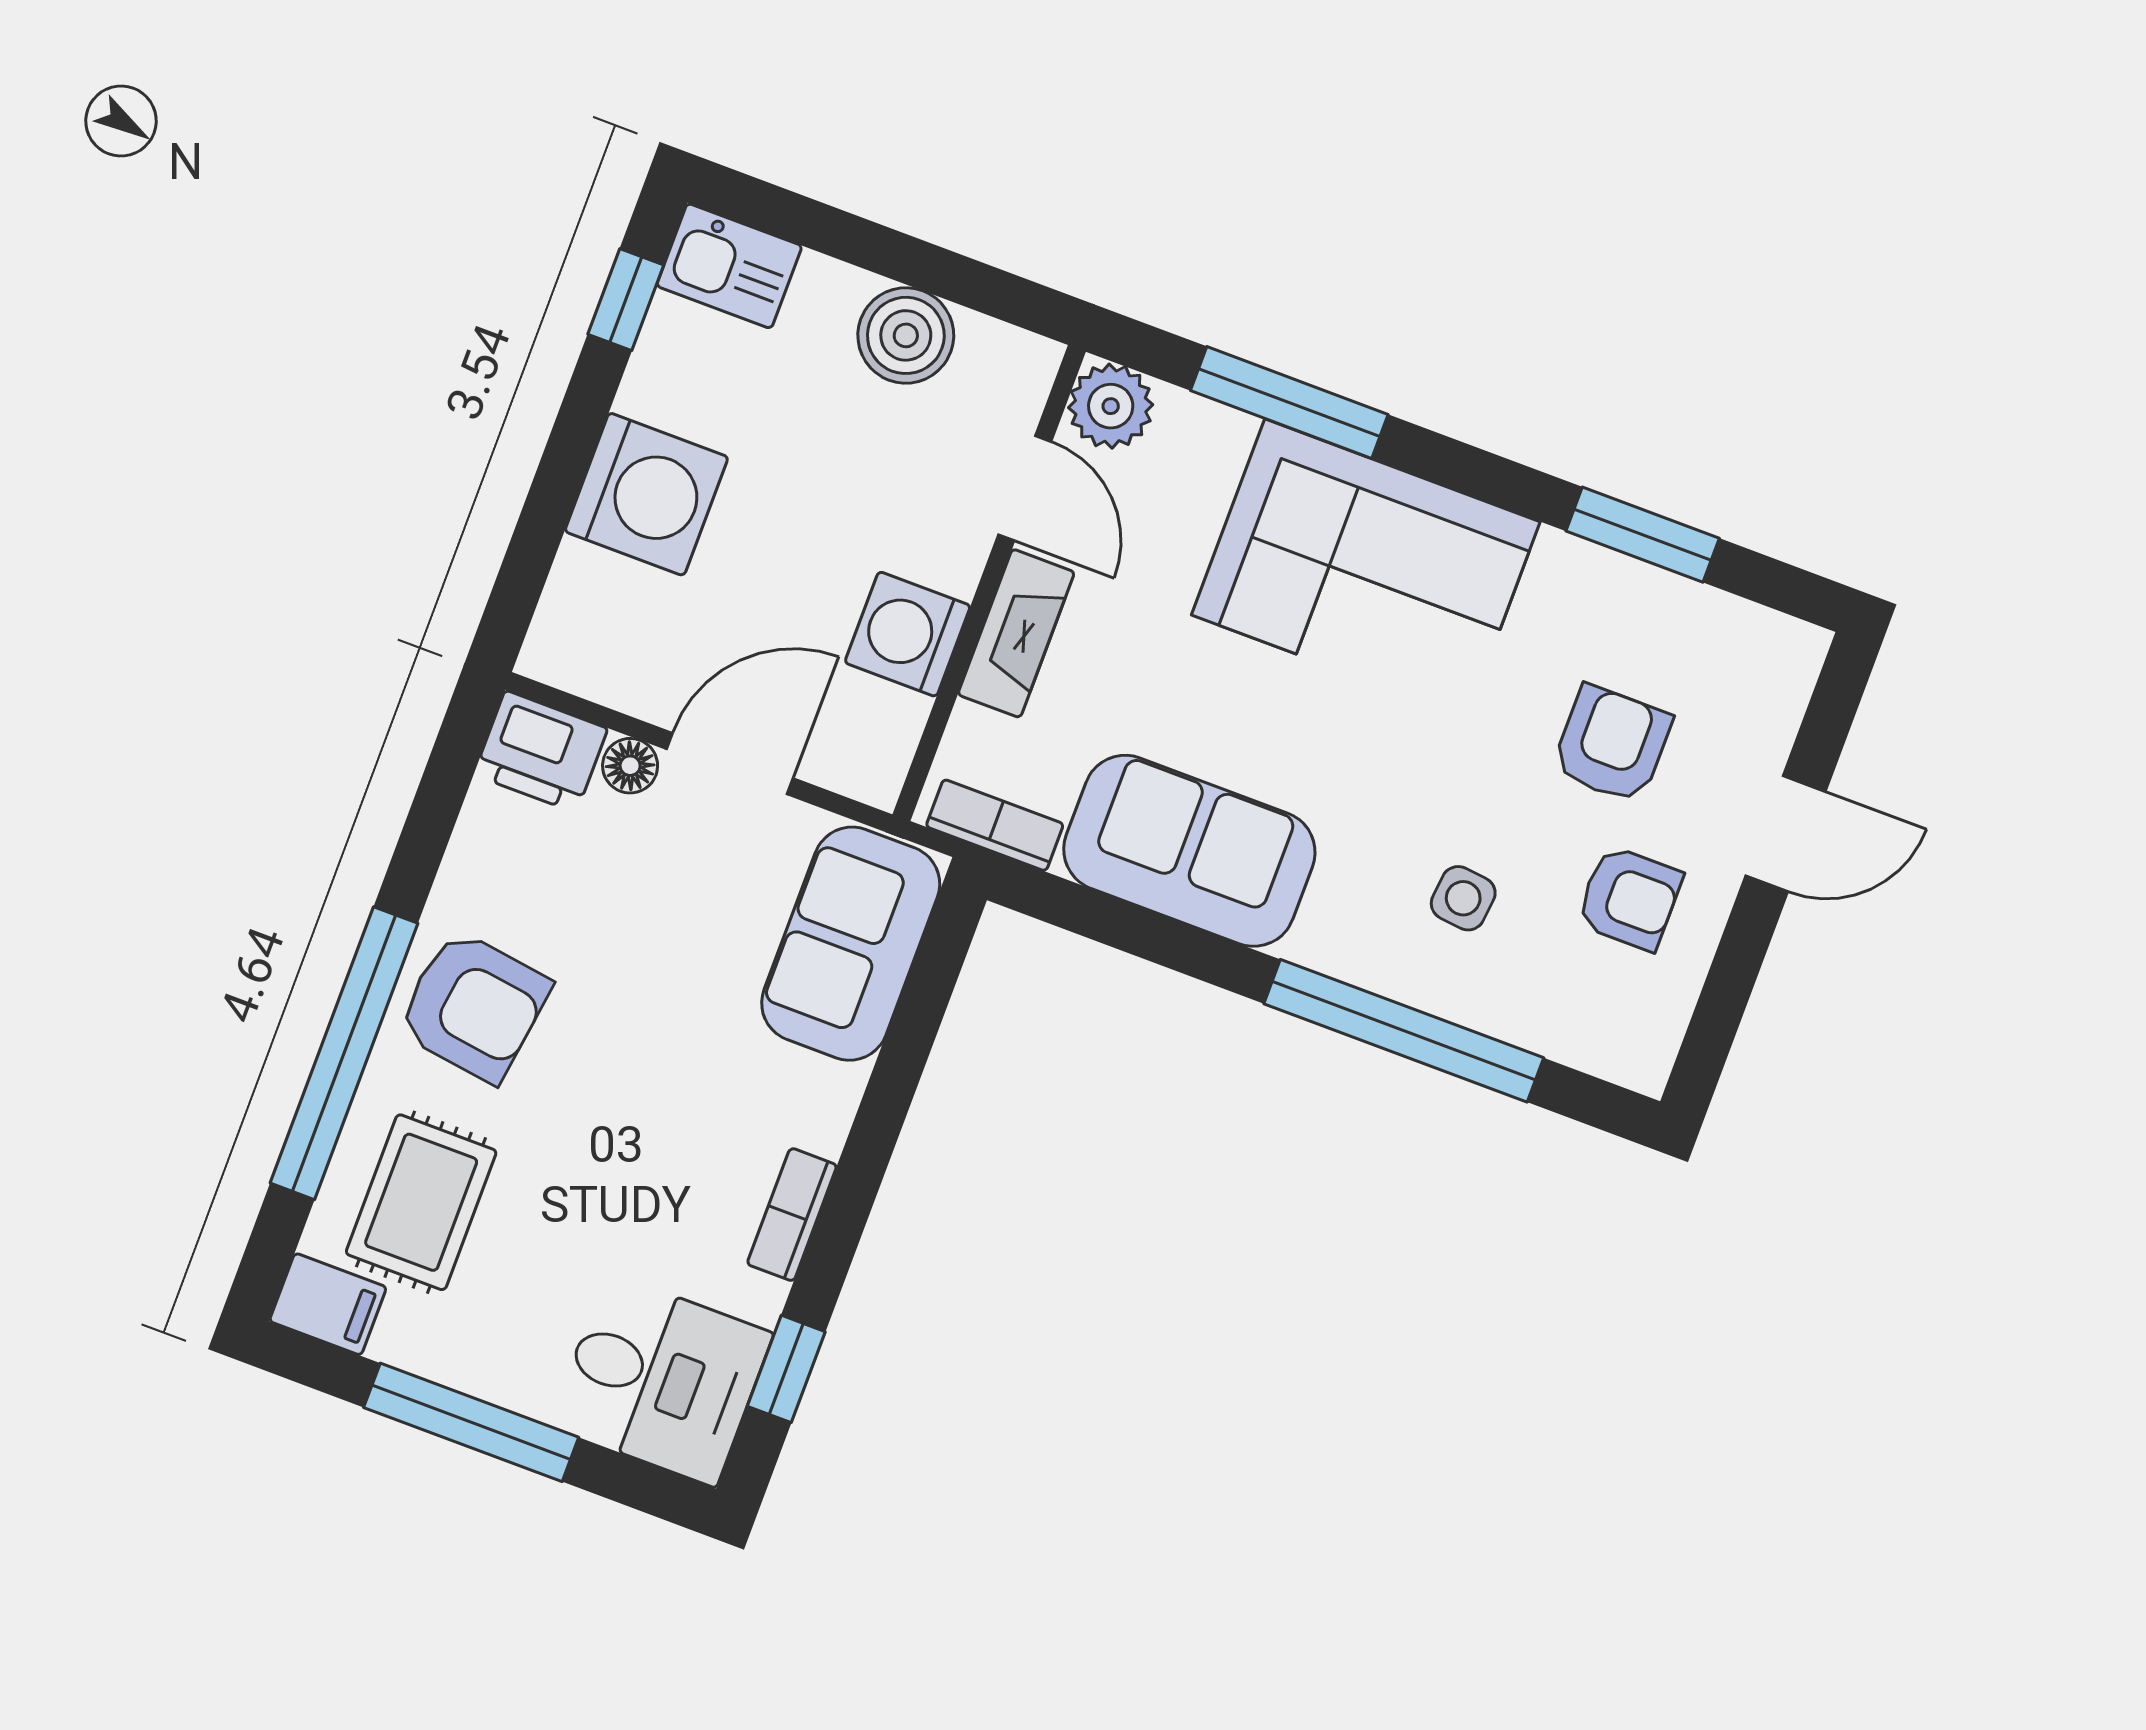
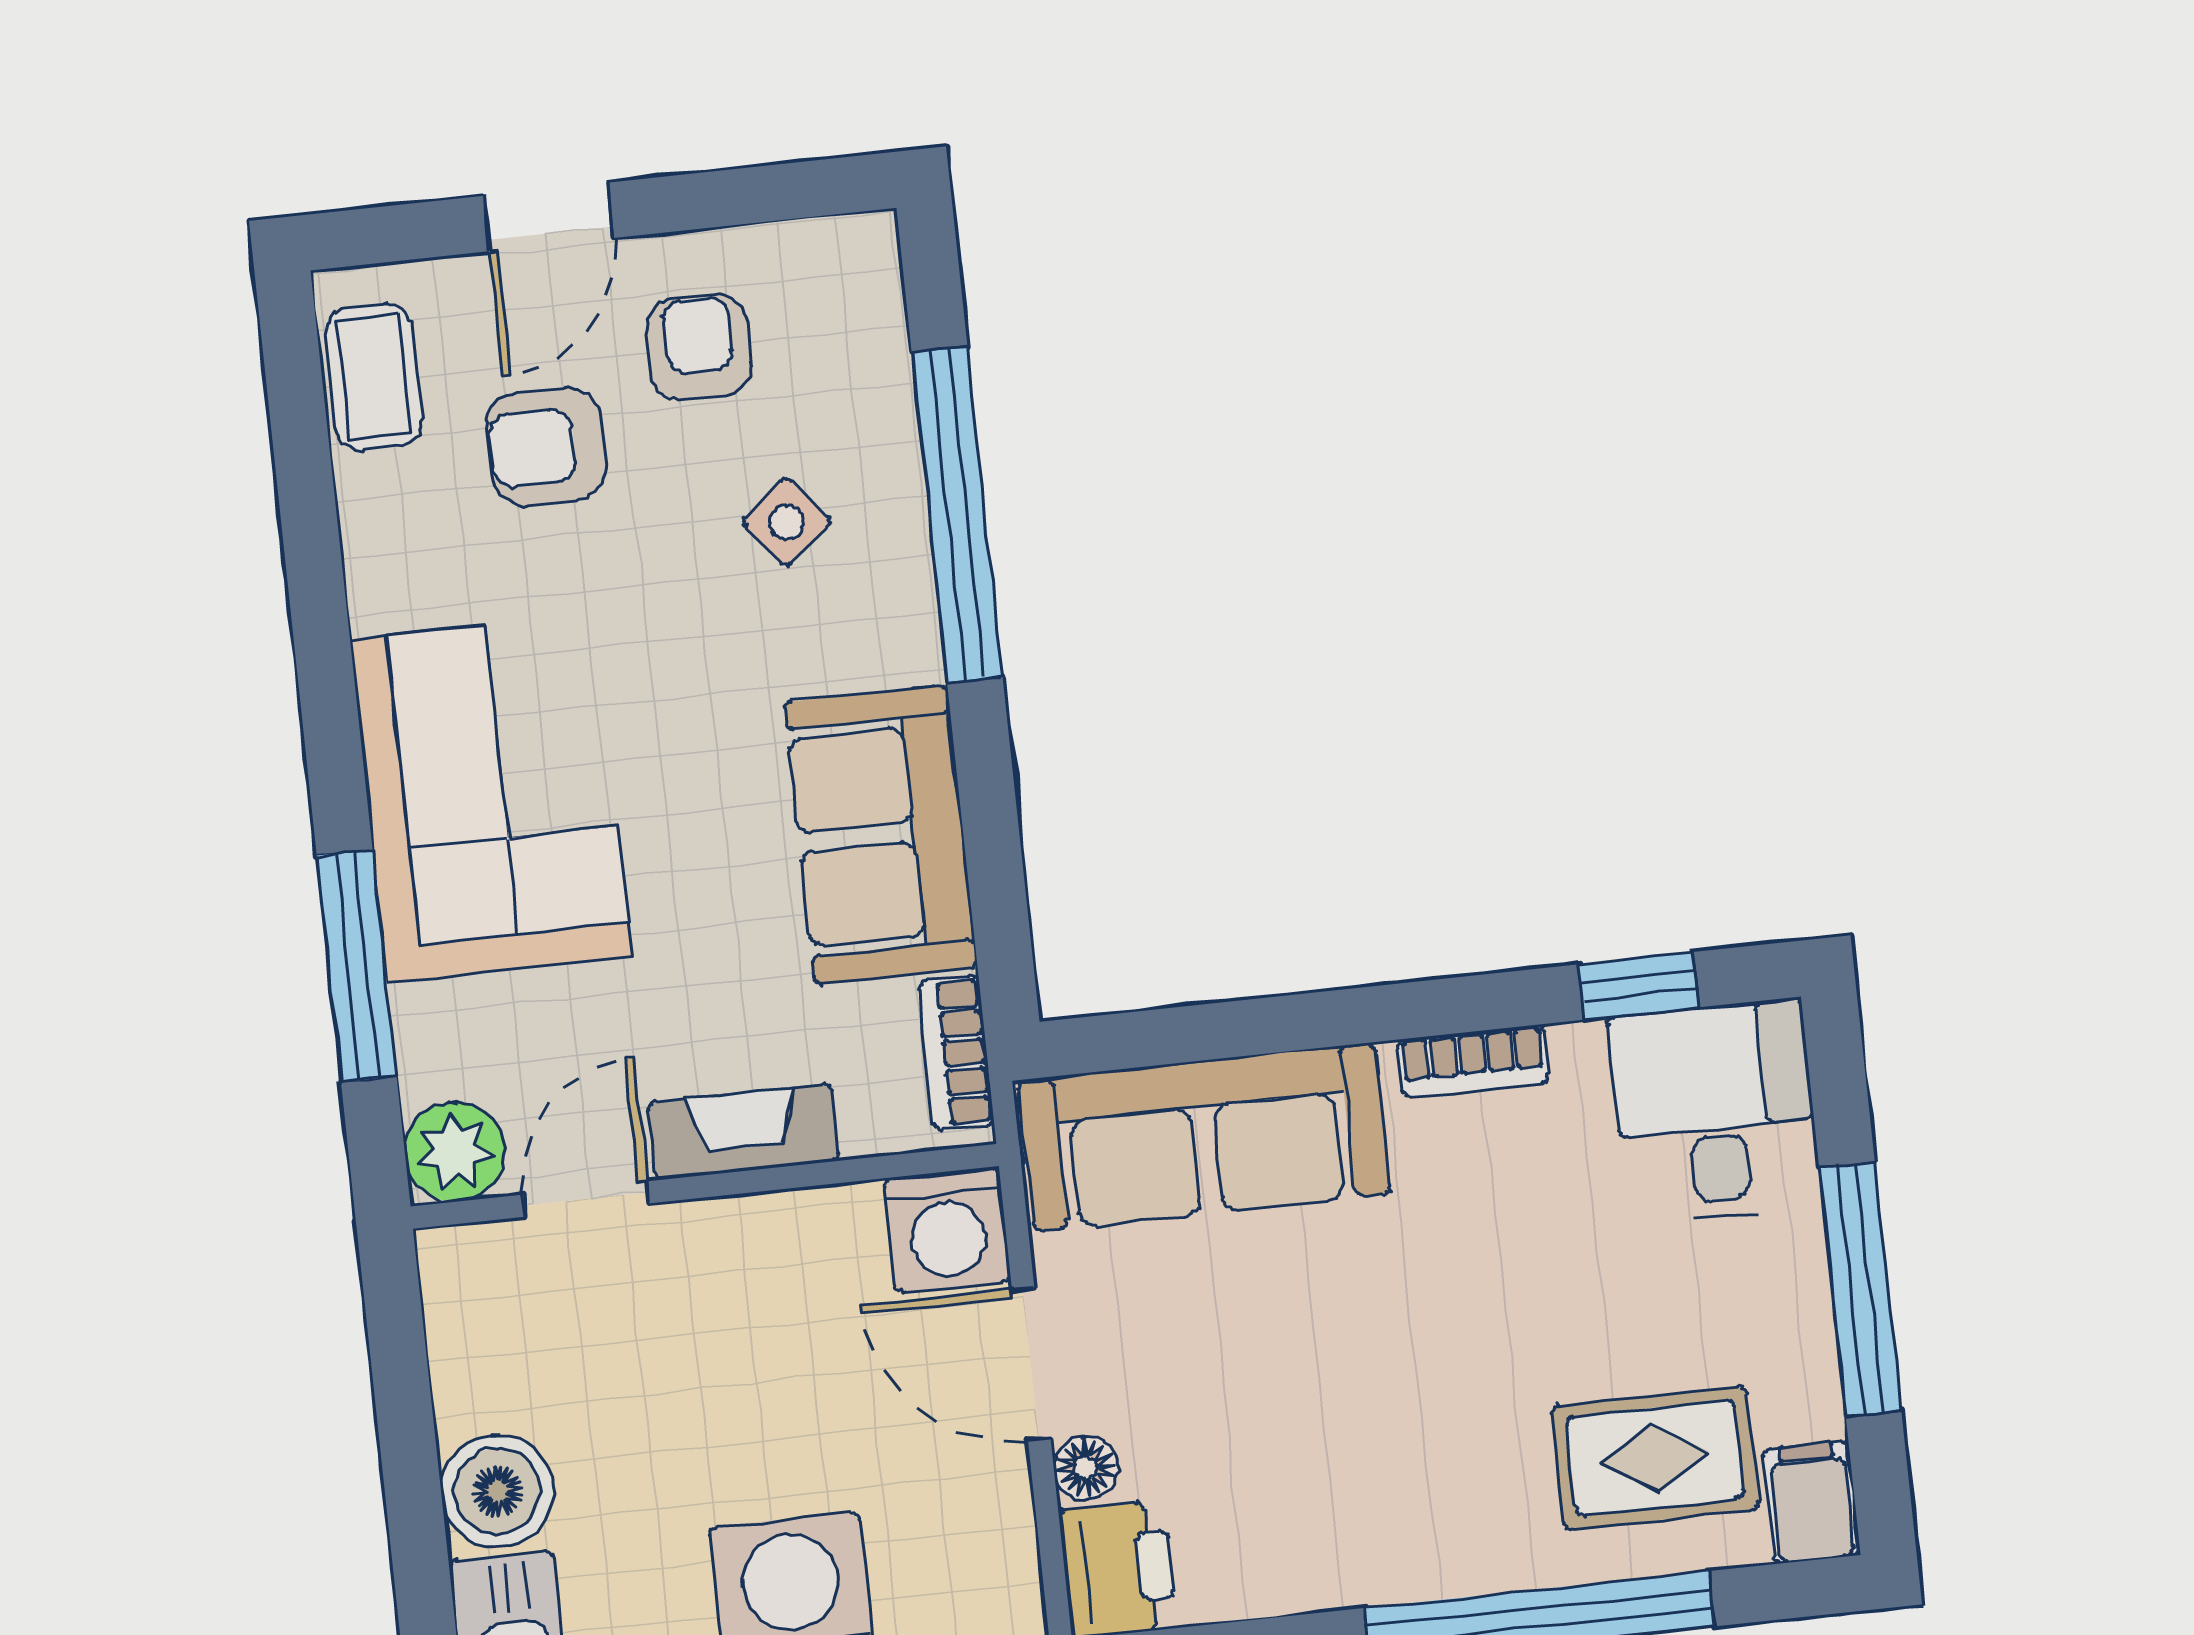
boiler: (906, 335) -> (497, 1491), moved
window: (1643, 535) -> (310, 525), removed
washing machine: (908, 634) -> (948, 1230), moved
coffee table: (1730, 640) -> (374, 377), added
door: (1786, 834) -> (549, 217), swing flipped
side table: (1463, 898) -> (787, 522), turned 45
sofa: (851, 944) -> (1204, 1137), width x1.36
armchair: (474, 1006) -> (1421, 1506), removed

